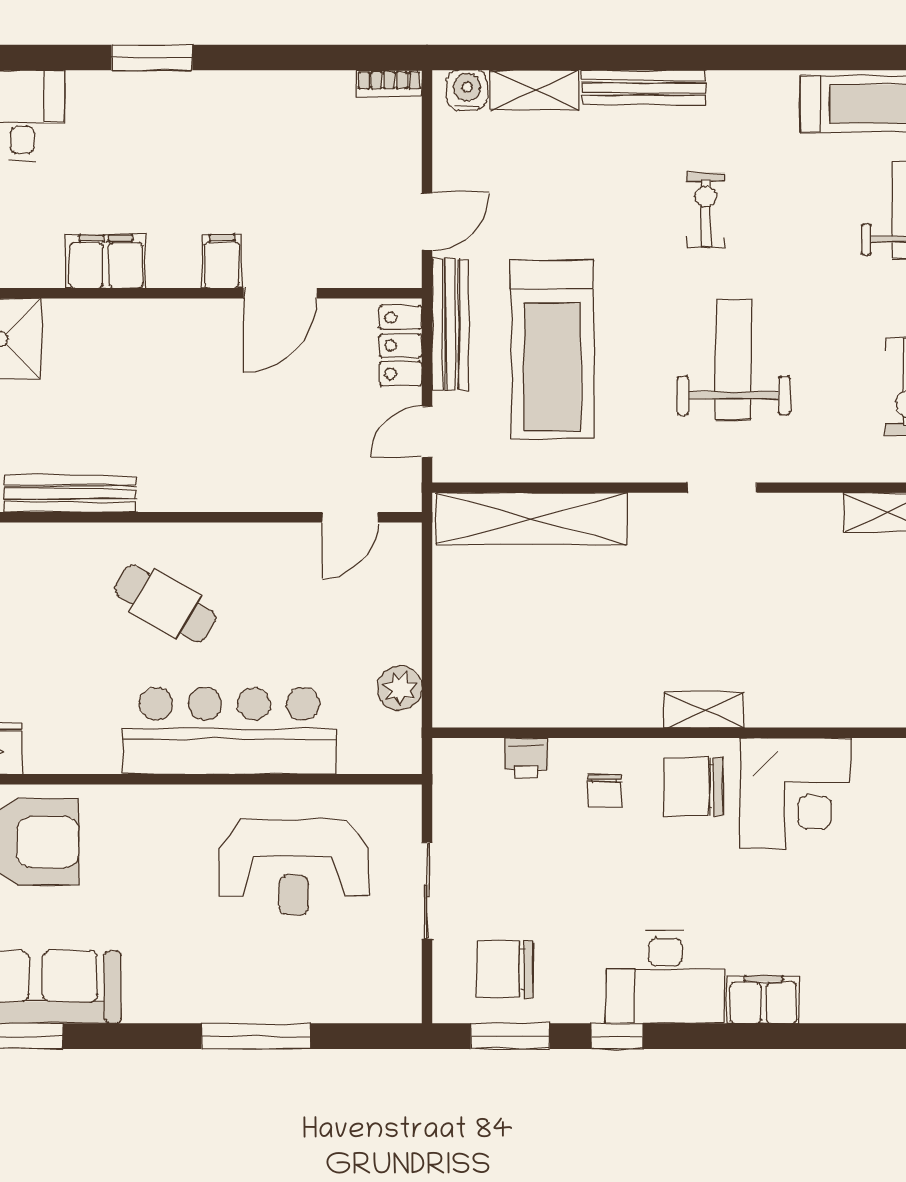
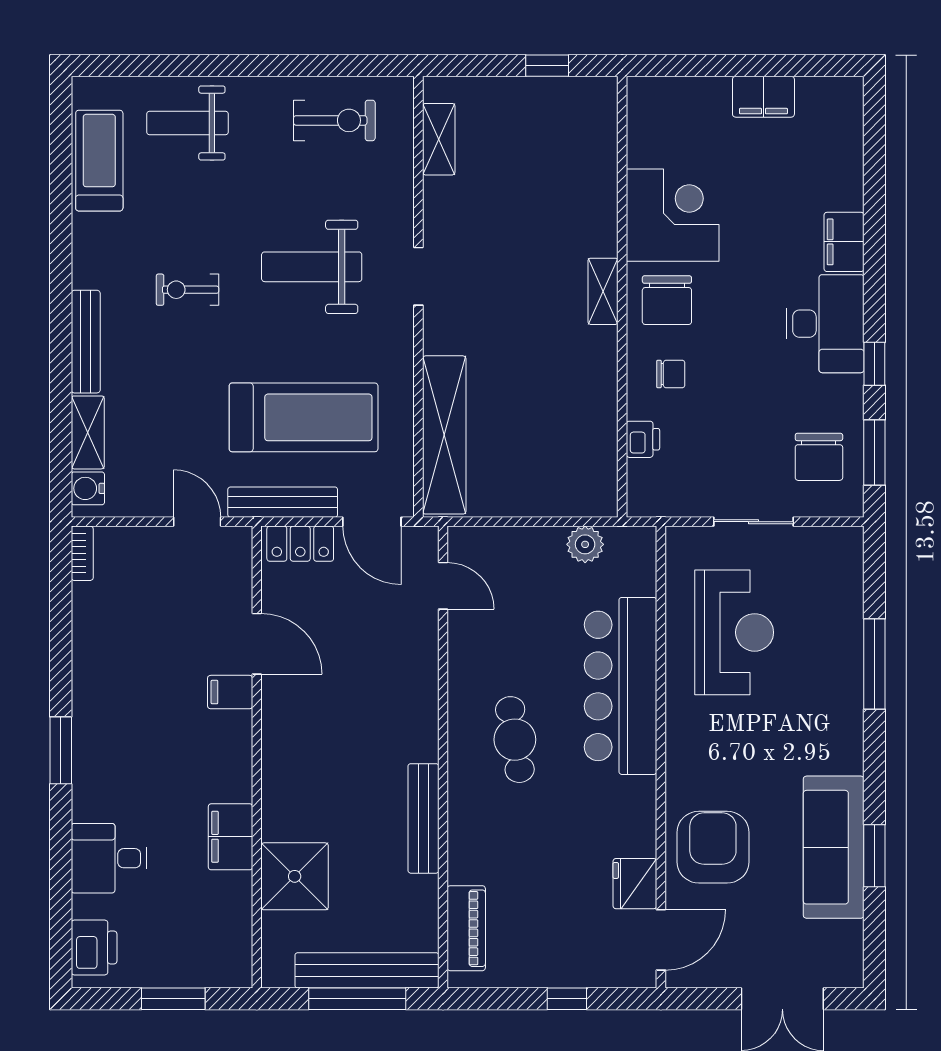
filing cabinet: (106, 262) -> (230, 837), moved
door: (427, 432) -> (372, 522), width x1.38
cafe table: (165, 604) -> (515, 740), turned -40

